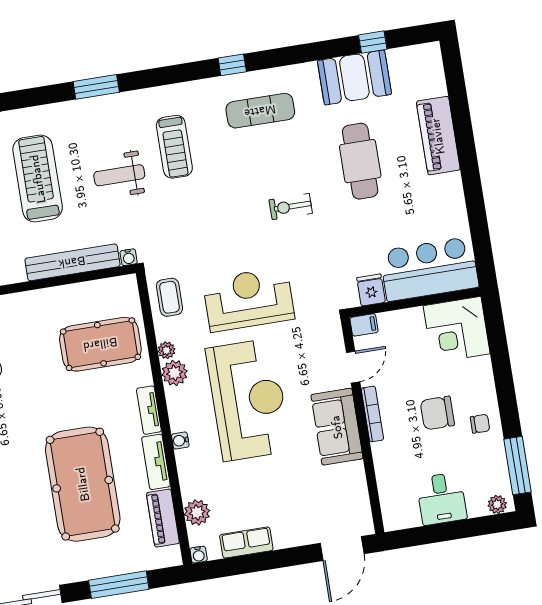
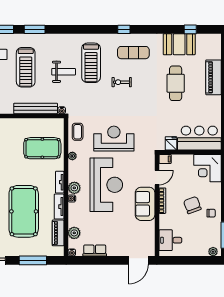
window: (96, 87) -> (35, 29), moved
treadmill: (174, 147) -> (91, 63), width x1.37, depth x1.38
weight bench: (119, 175) -> (64, 72), turned 180
treadmill: (38, 179) -> (26, 67), turned 180
exercise bike: (291, 207) -> (122, 82), moved
plant: (175, 373) -> (74, 188), moved
chair: (437, 413) -> (192, 205), turned 70
desk: (442, 499) -> (170, 240), moved, turned 90

